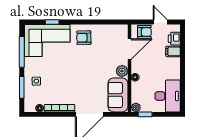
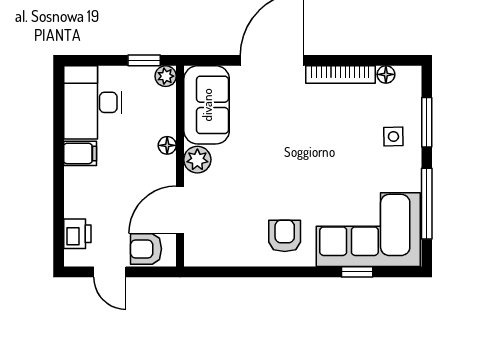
armchair: (84, 38) -> (285, 236), turned -89
filing cabinet: (173, 51) -> (80, 153), moved

